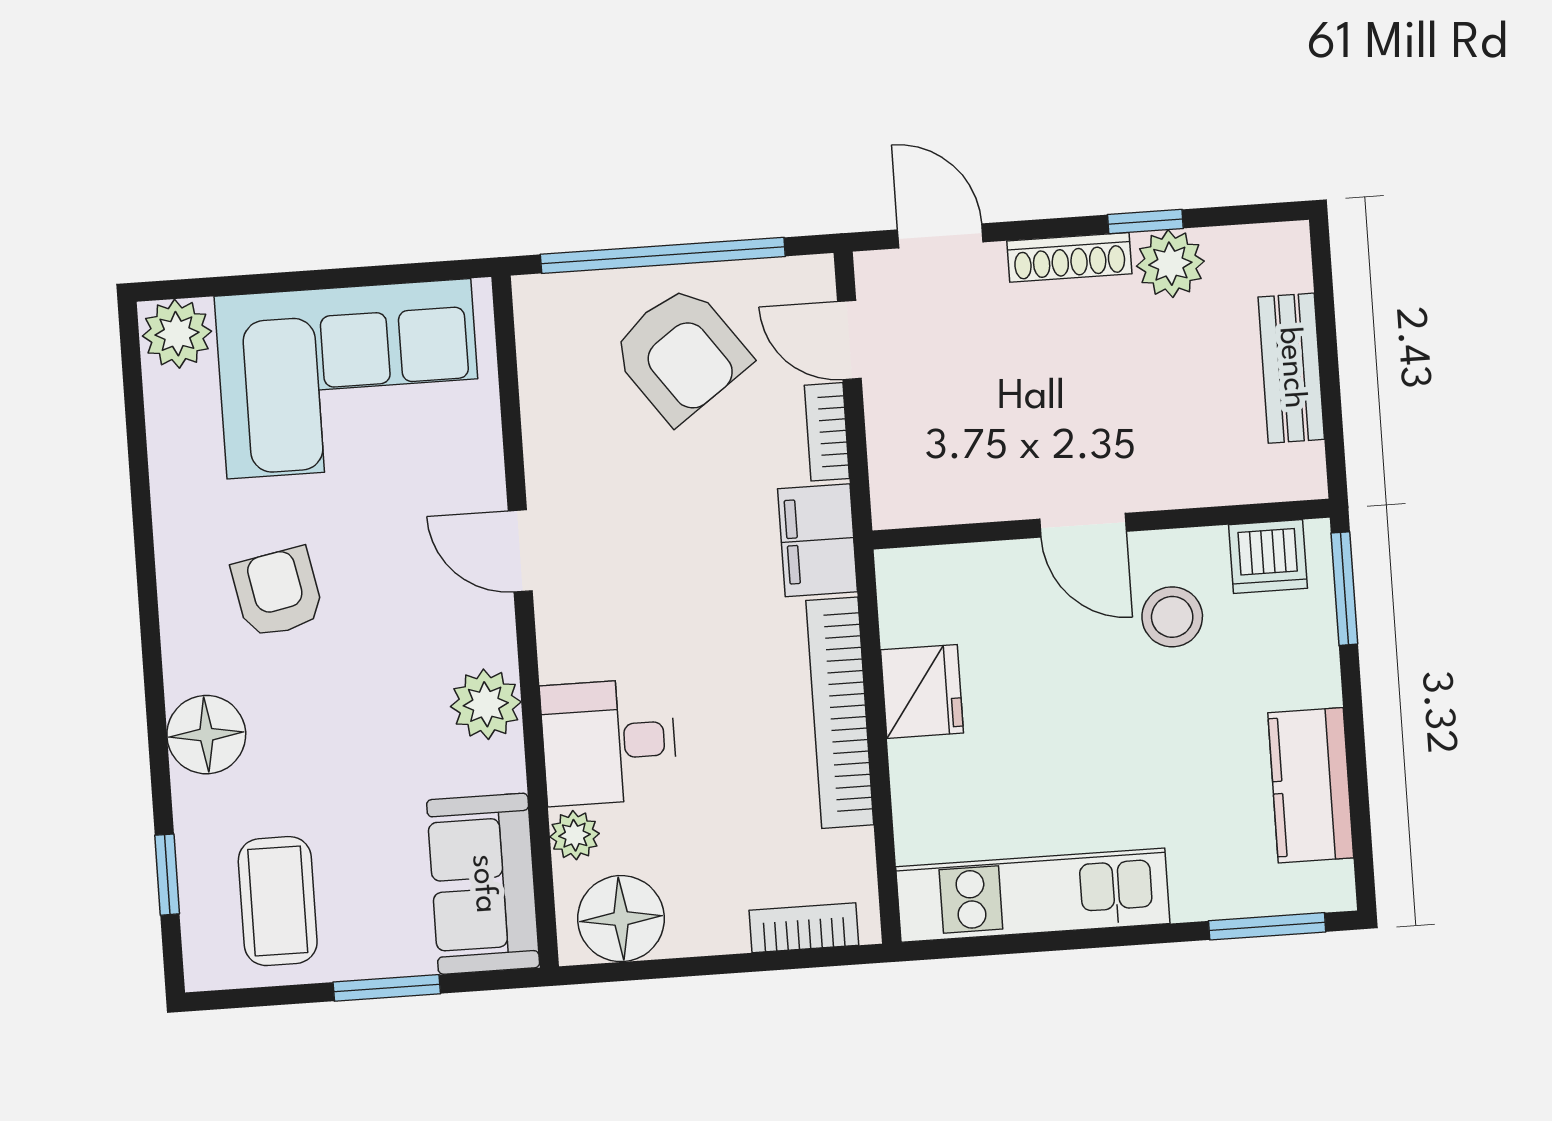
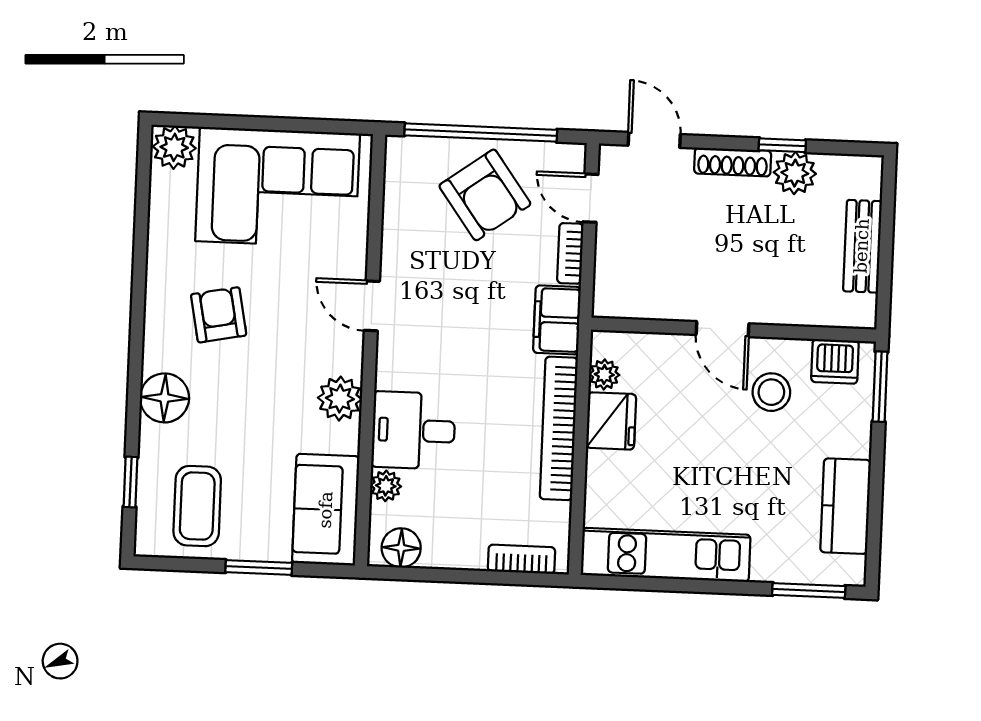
plant: (903, 619) -> (604, 374), added
floor lamp: (621, 919) -> (401, 548), width x0.73, depth x0.73

